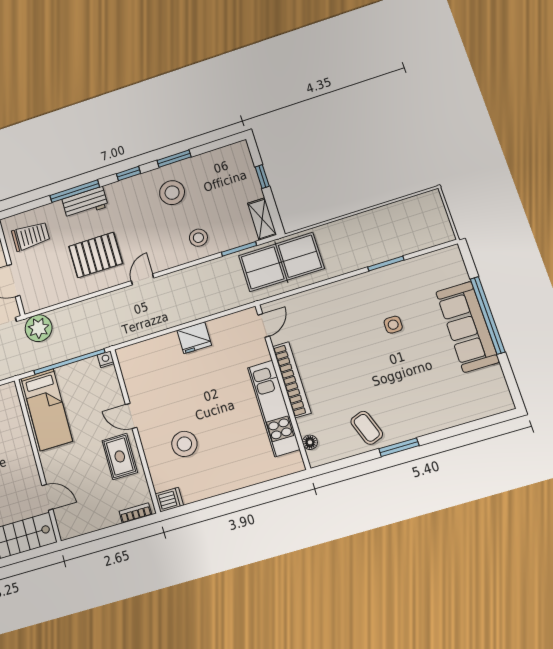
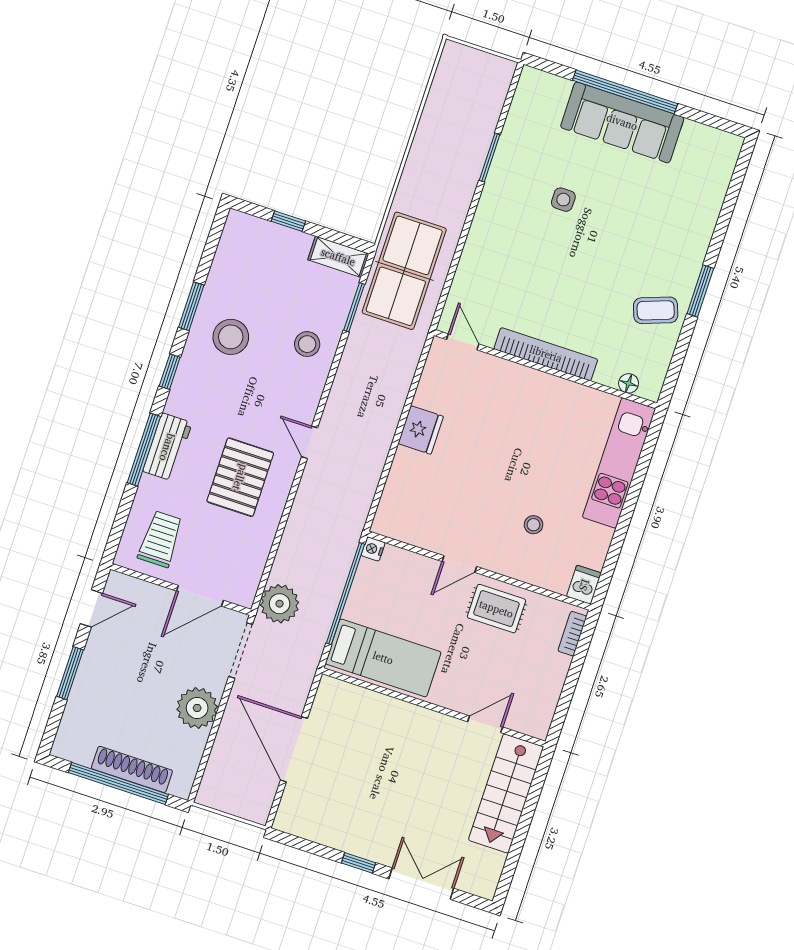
kitchen unit: (274, 408) -> (619, 463), moved, turned 90
stool: (184, 444) -> (533, 525), width x0.53, depth x0.53

